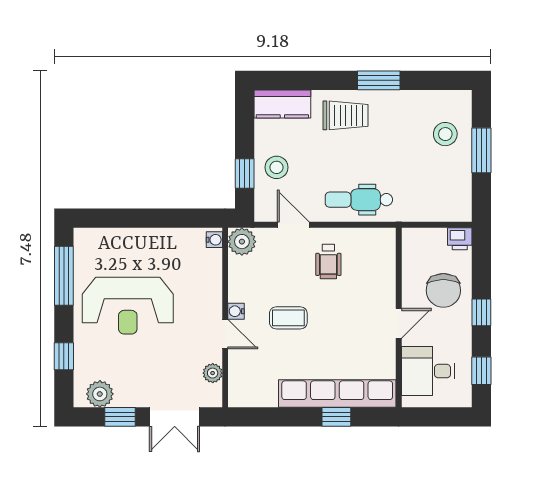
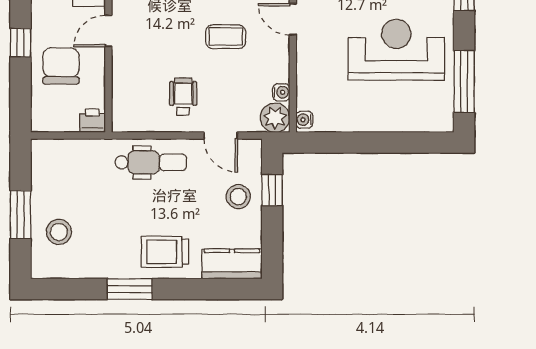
printer: (460, 239) -> (92, 121), moved
water cooler: (236, 311) -> (281, 92), moved

